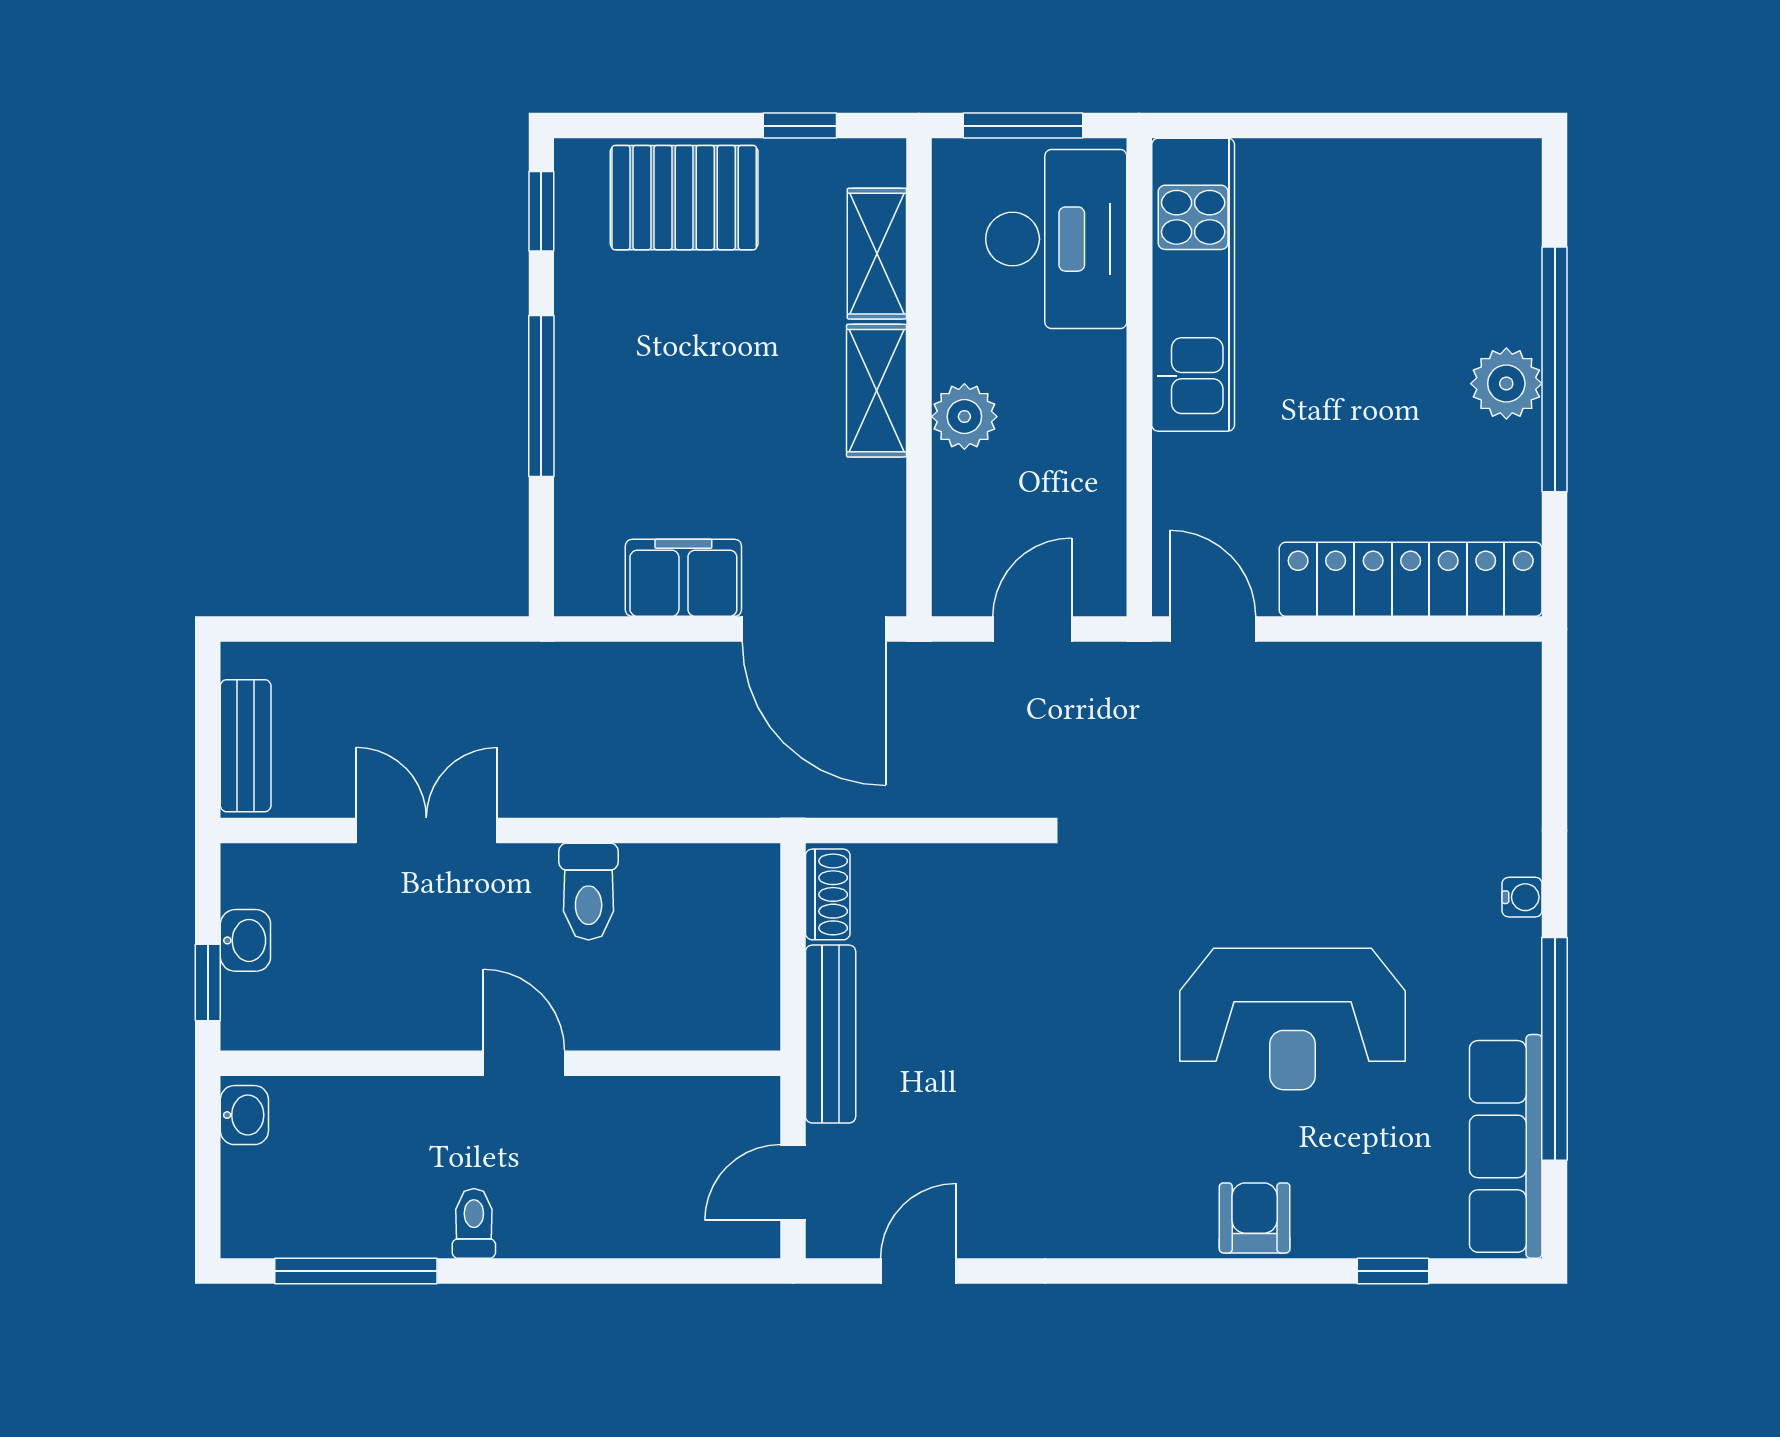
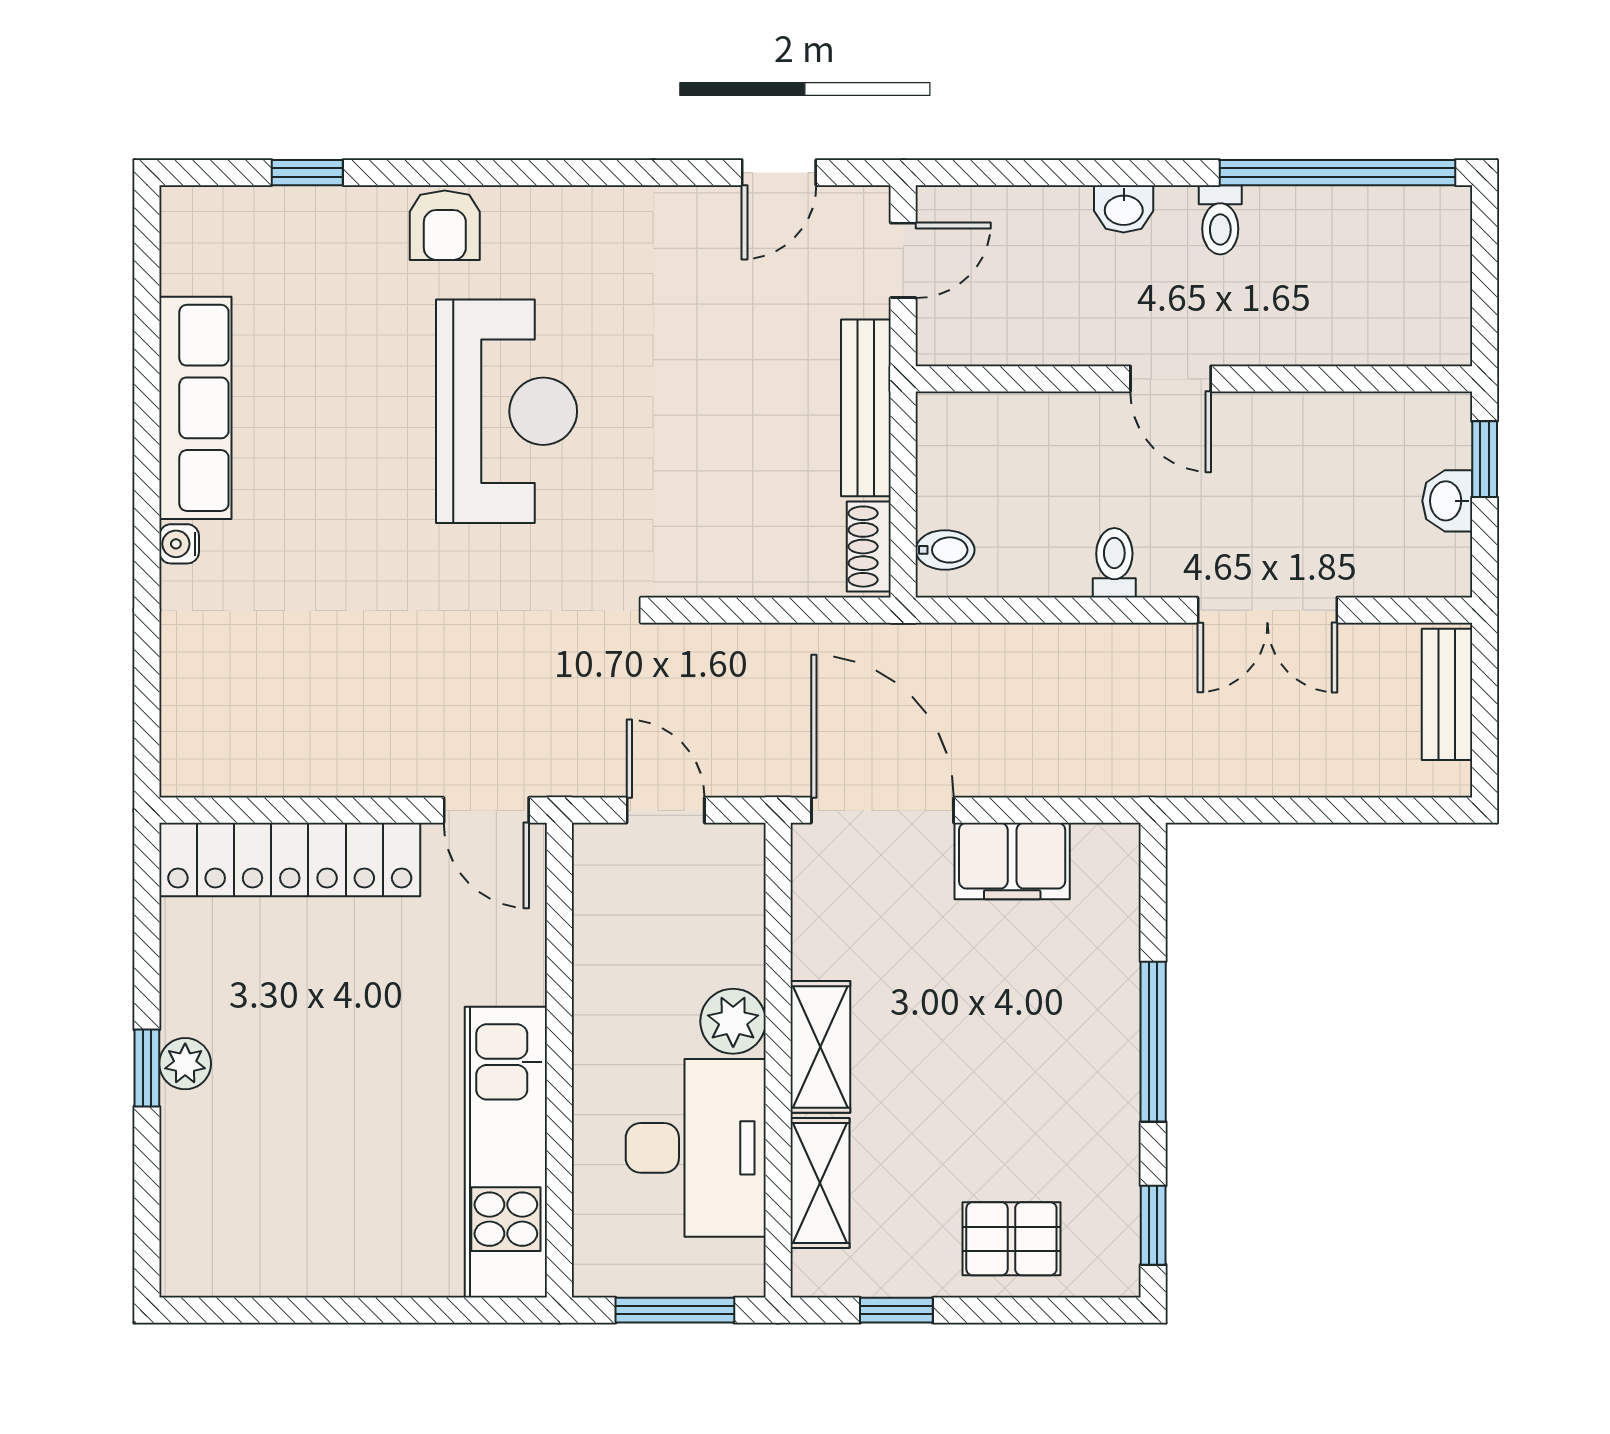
pallet: (684, 198) -> (1011, 1239), width x0.67, depth x0.71
desk: (1056, 239) -> (696, 1148), moved, turned 180
window: (1555, 369) -> (147, 1068), width x0.32
plant: (1506, 384) -> (185, 1064), width x0.73, depth x0.73
door: (1032, 629) -> (666, 810), swing flipped
bidet: (751, 891) -> (945, 550), added
toilet: (589, 892) -> (1114, 563), width x0.73, depth x0.72
reception desk: (1293, 1019) -> (507, 411), moved, turned 90
window: (1555, 1049) -> (147, 393), removed
washbasin: (244, 1115) -> (1124, 209), moved, turned -90
row of seats: (1506, 1146) -> (195, 408), moved
window: (356, 1271) -> (1337, 173), width x1.46

